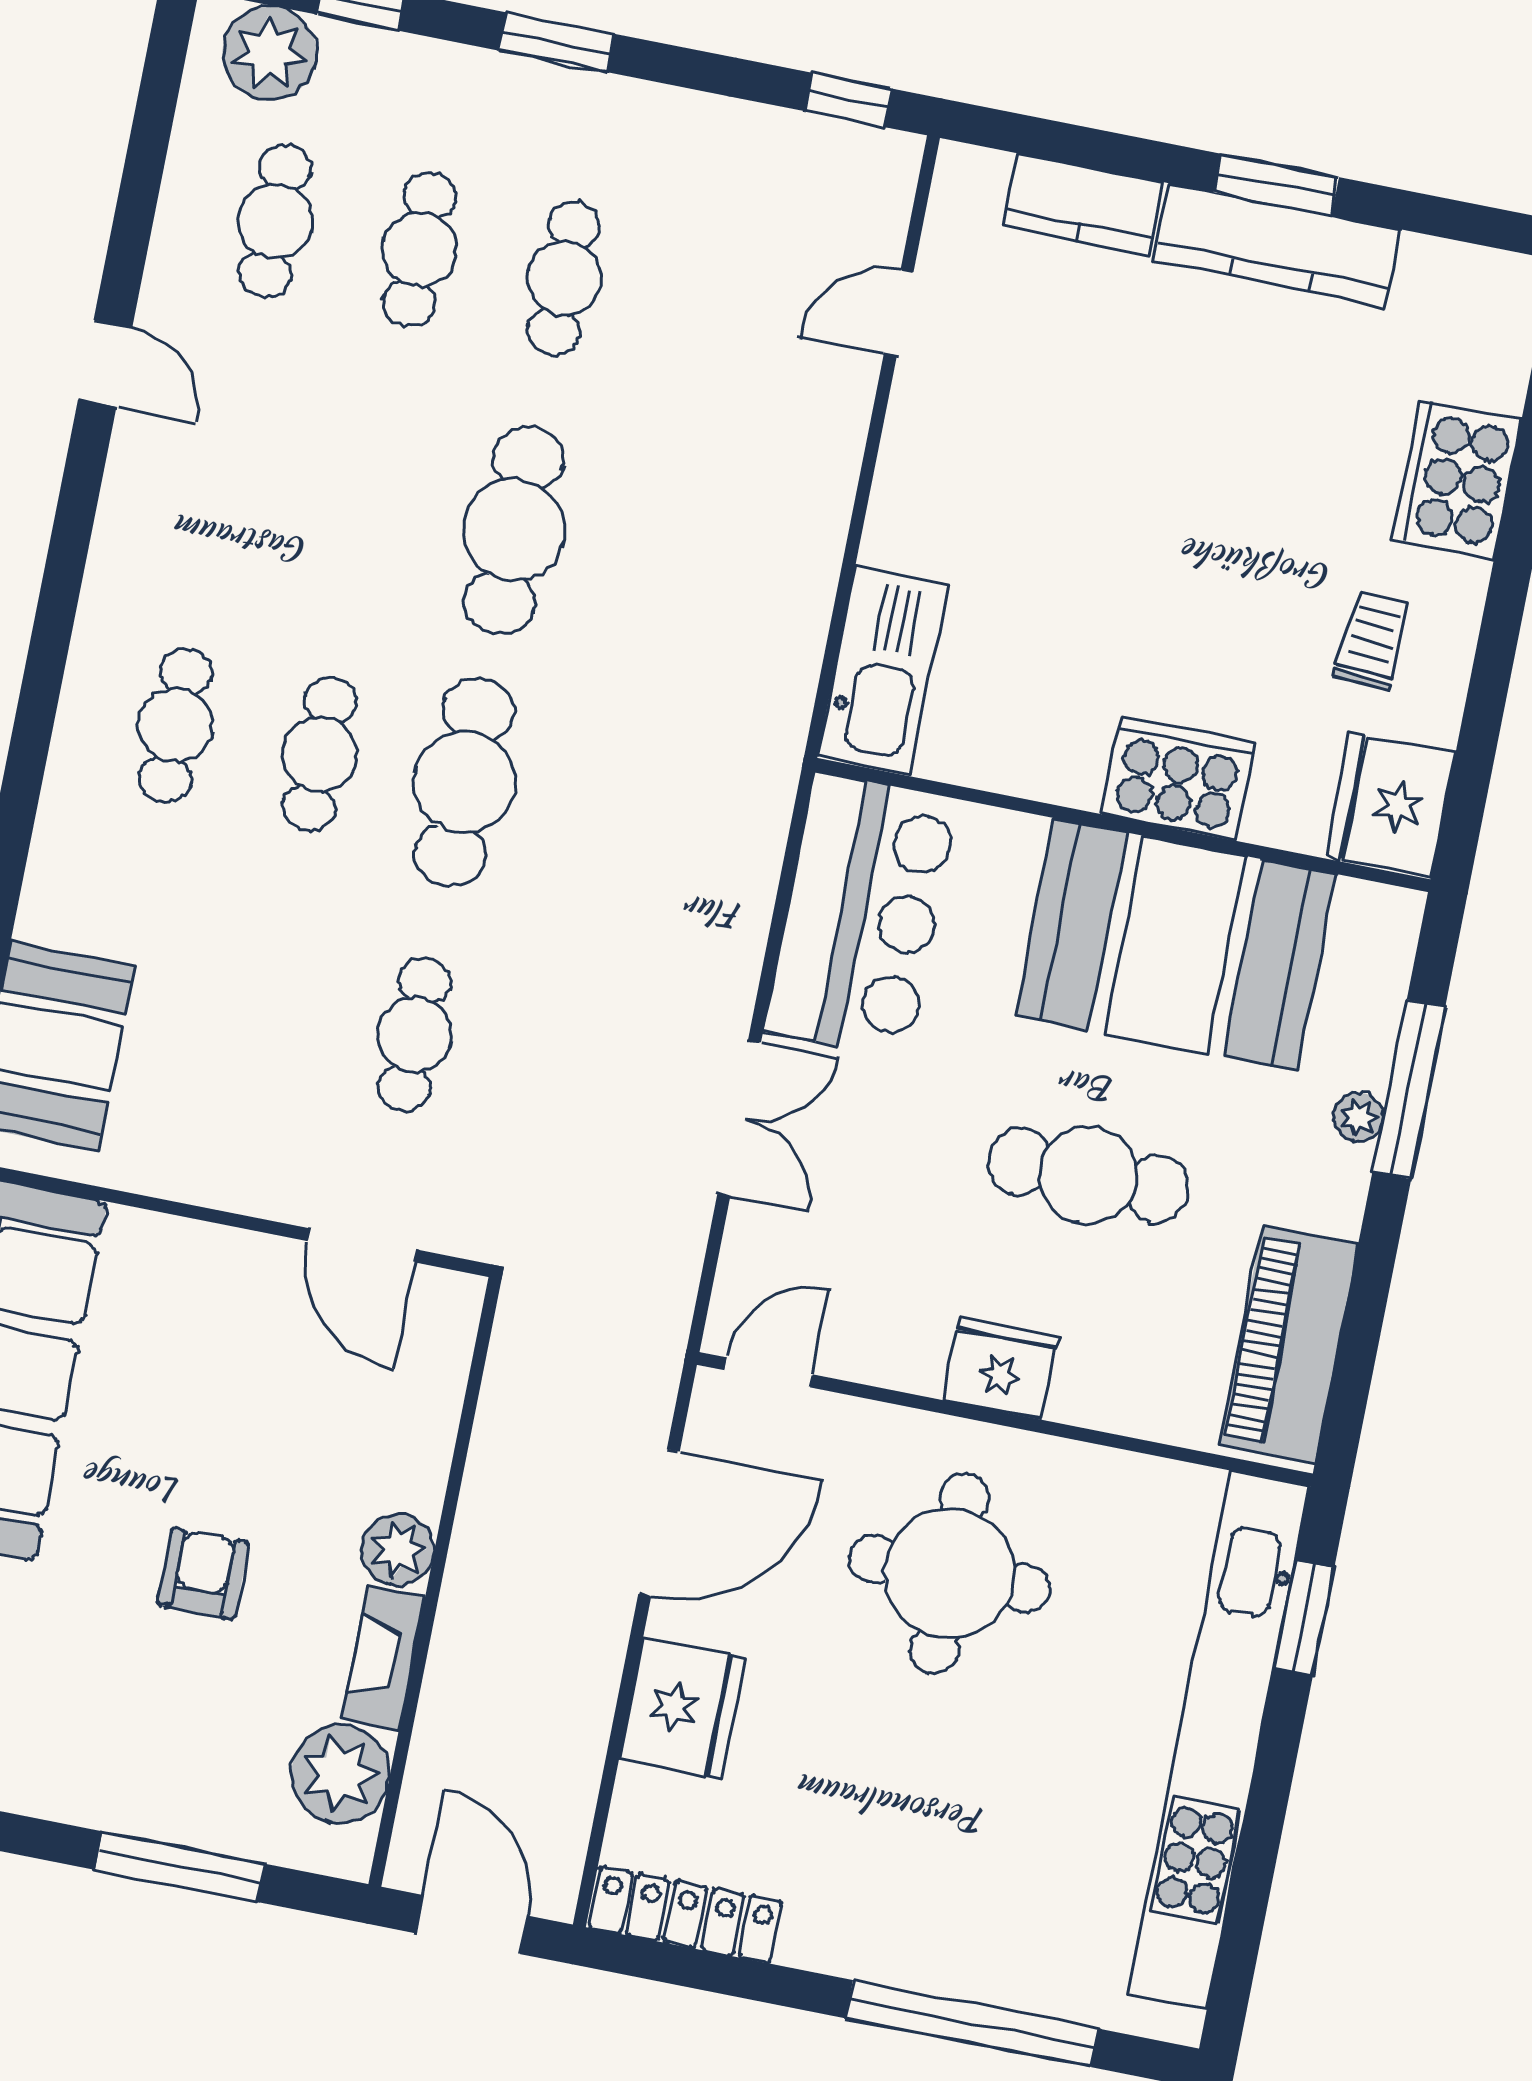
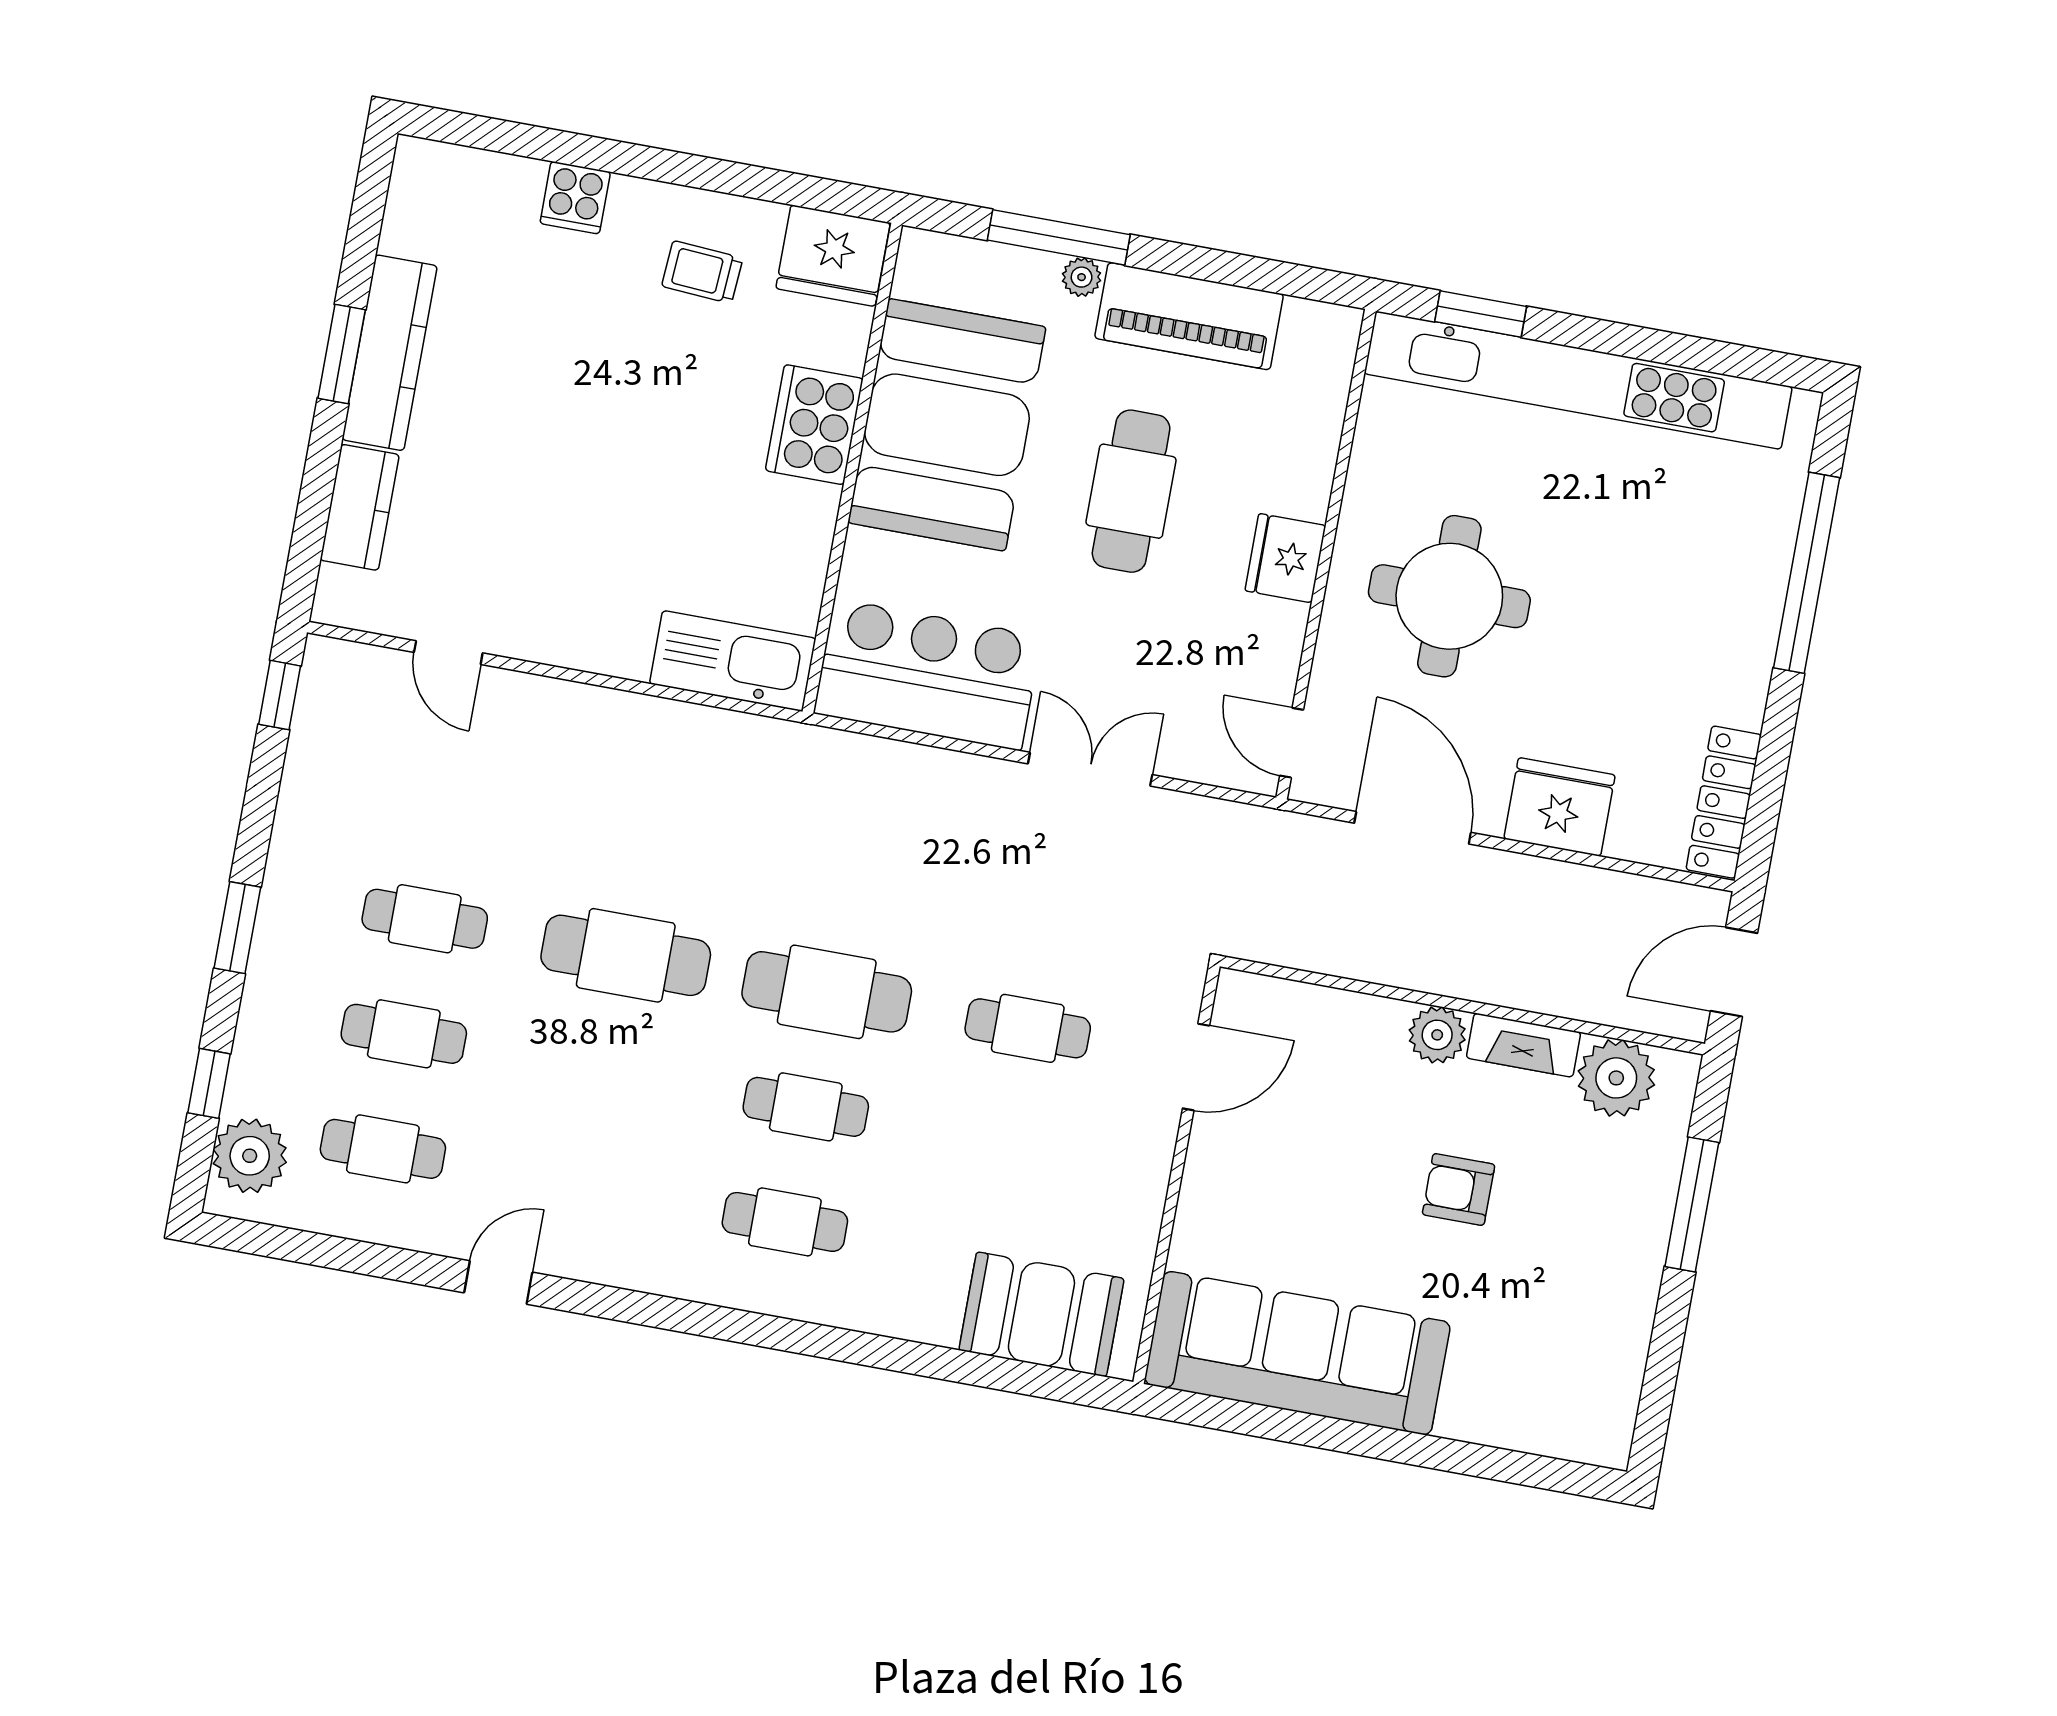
cooker: (1456, 479) -> (575, 198), width x0.53, depth x0.76
piano: (1289, 1345) -> (1189, 316), moved

